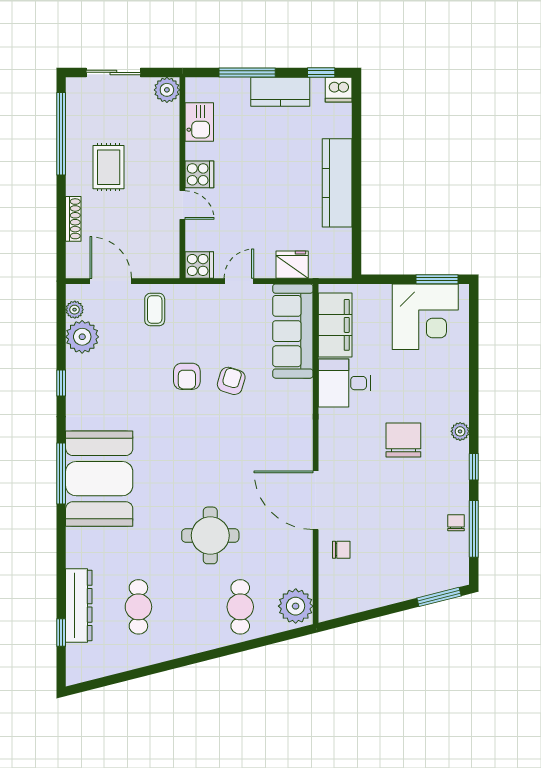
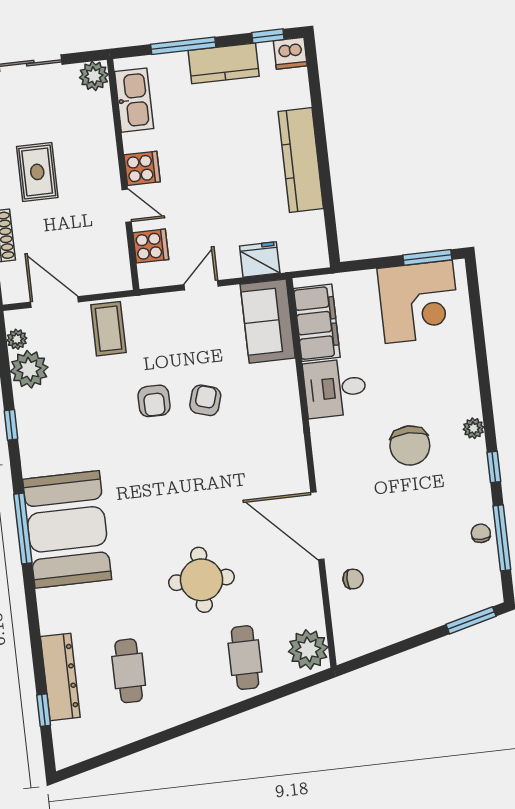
kitchen sink: (199, 122) -> (134, 100), width x1.38
cooker: (199, 265) -> (151, 246), moved
coffee table: (155, 310) -> (108, 329), width x1.36, depth x1.30
sofa: (293, 331) -> (268, 321), width x0.73
chair: (403, 440) -> (410, 445), turned 180

